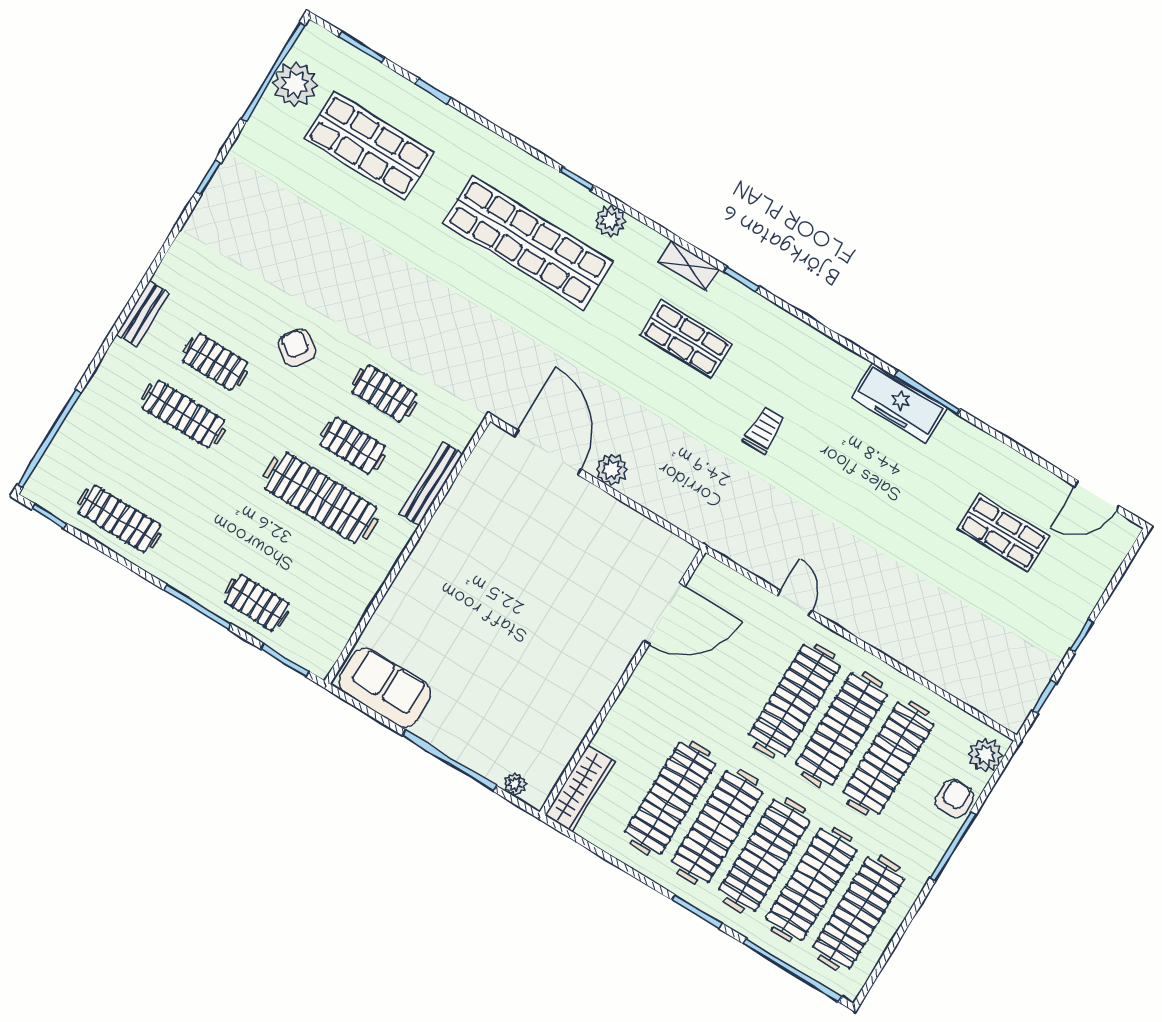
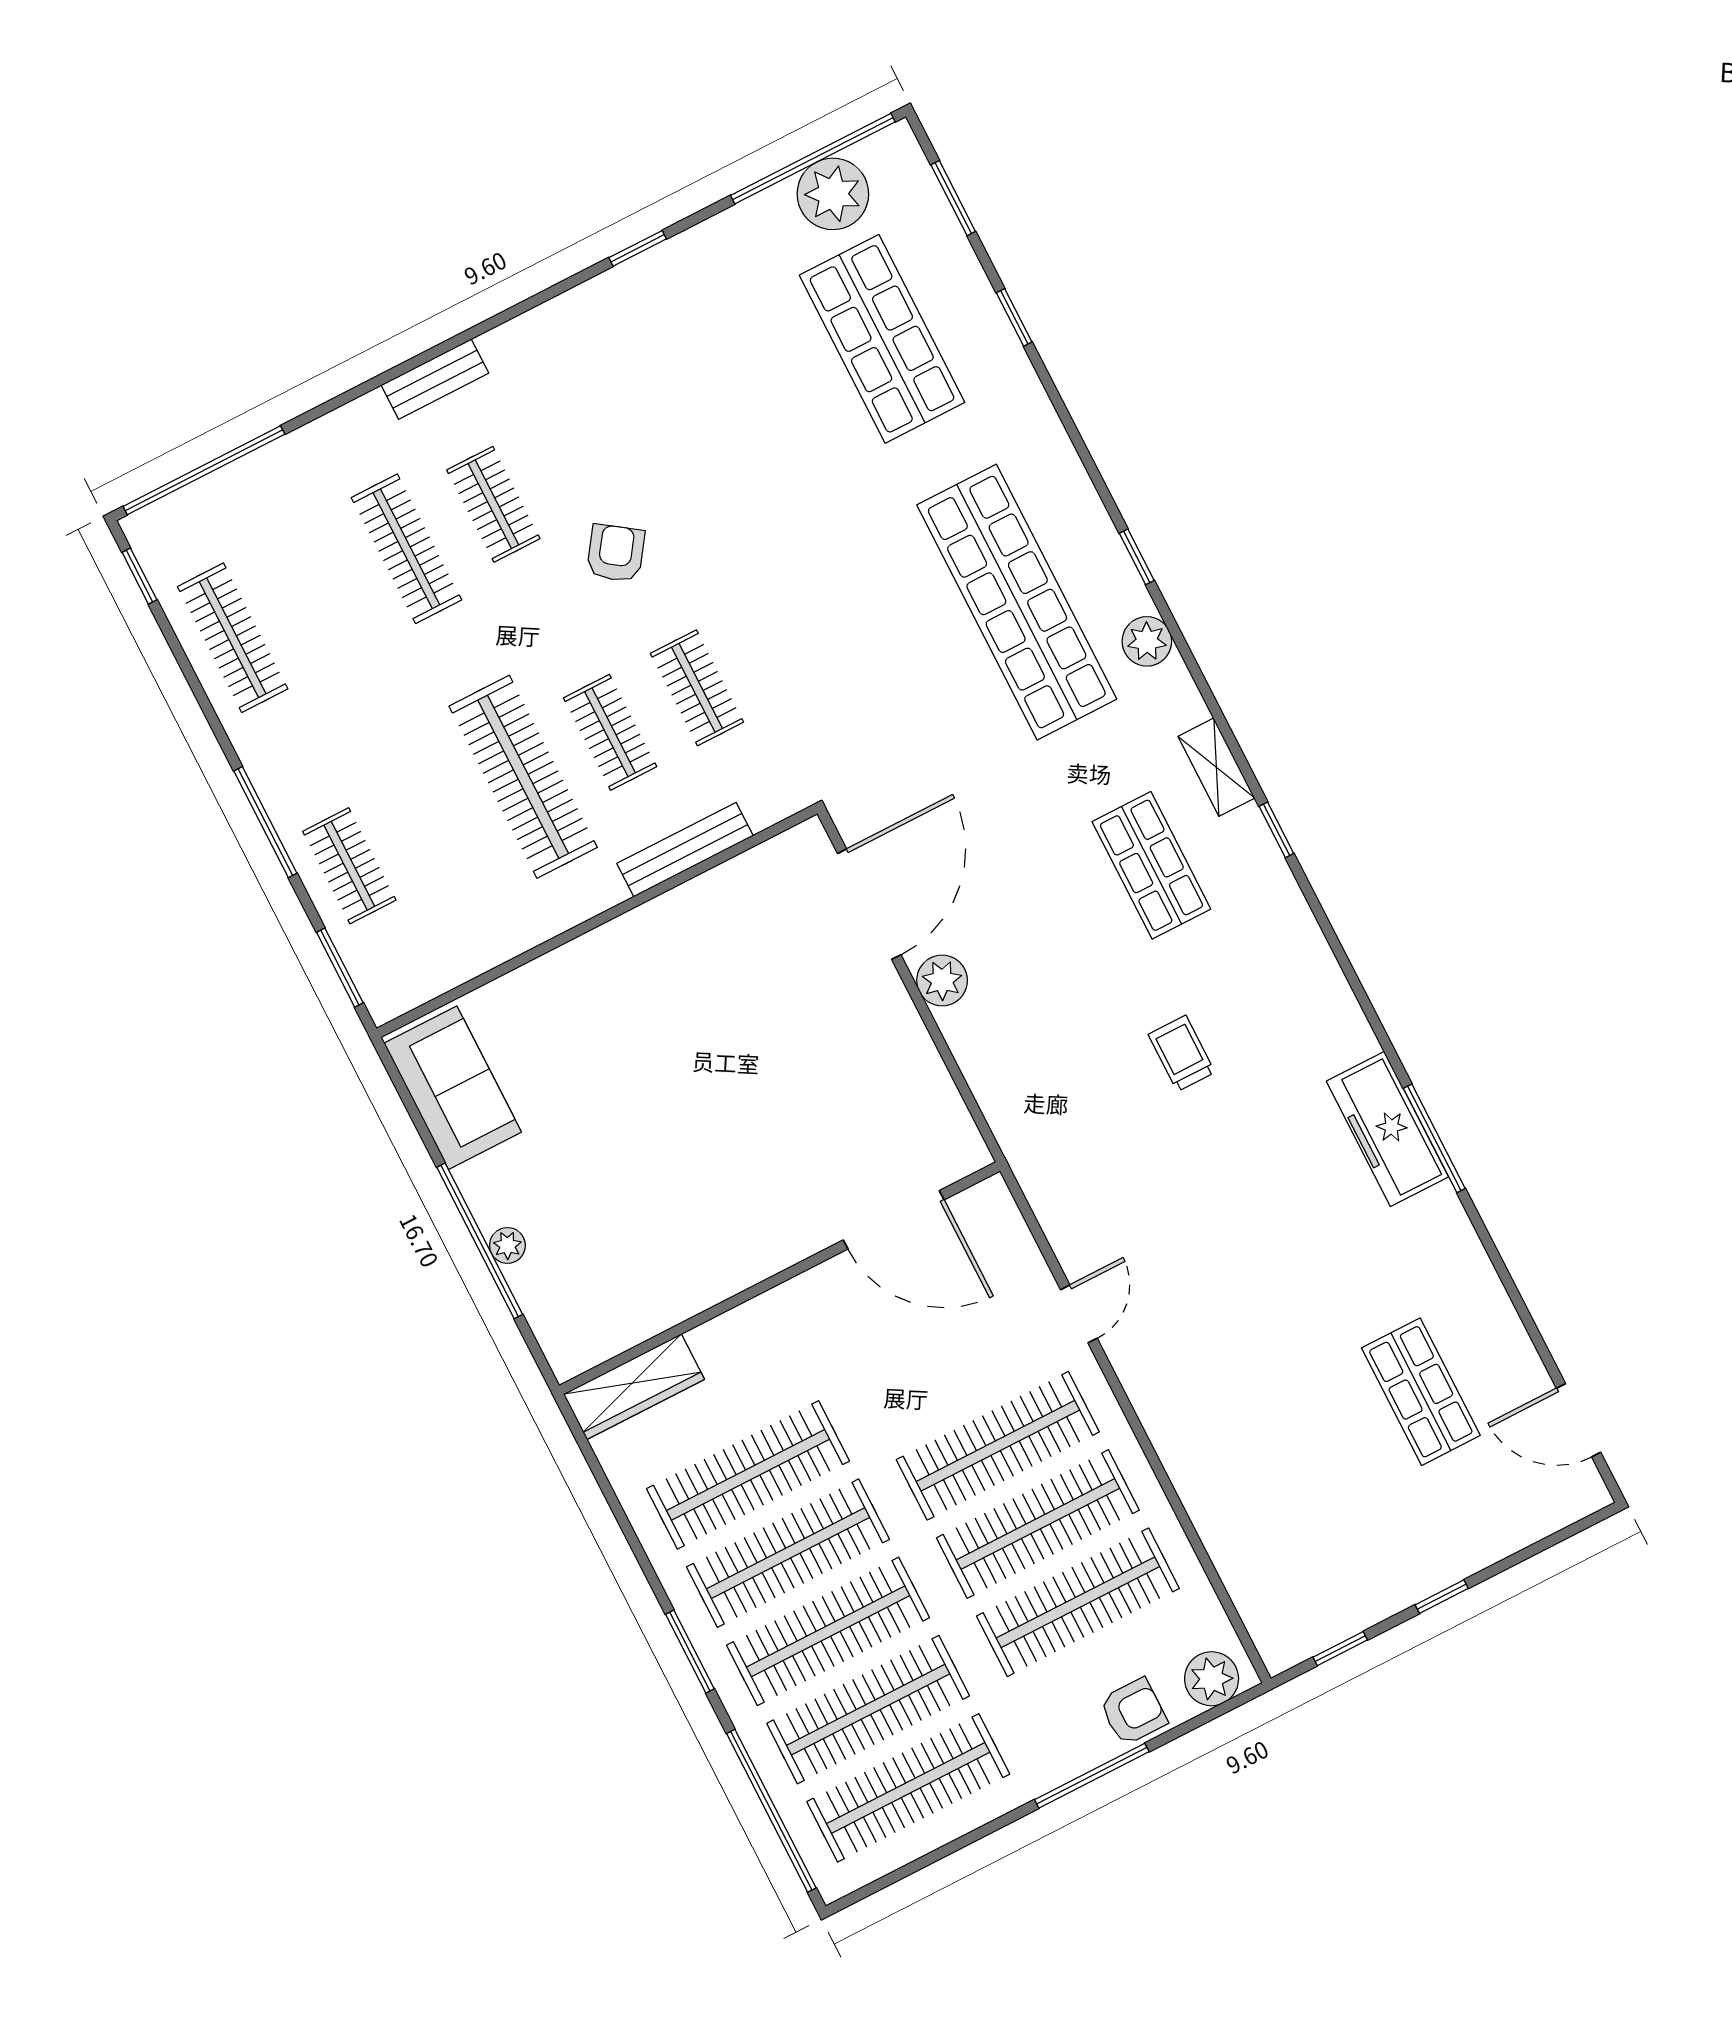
trolley: (764, 430) -> (1181, 1053), turned -90
plant: (515, 784) -> (507, 1245), moved

